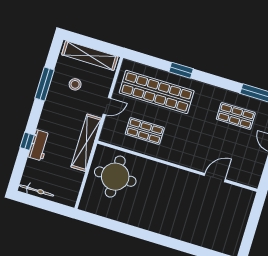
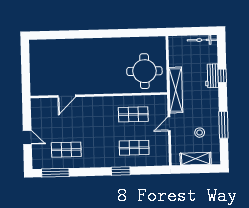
shelving: (90, 56) -> (196, 159), width x0.68
shop shelf: (157, 92) -> (134, 148), width x0.50, depth x0.74

